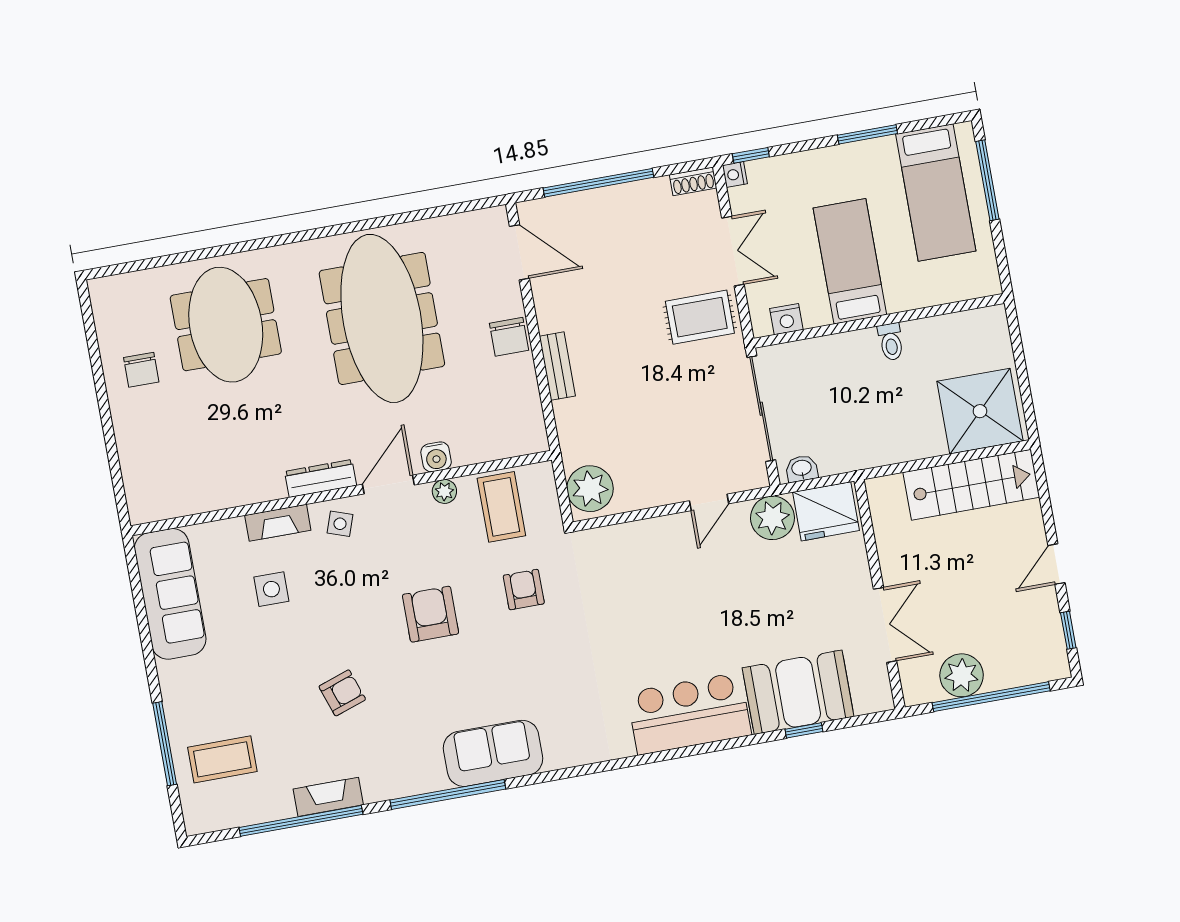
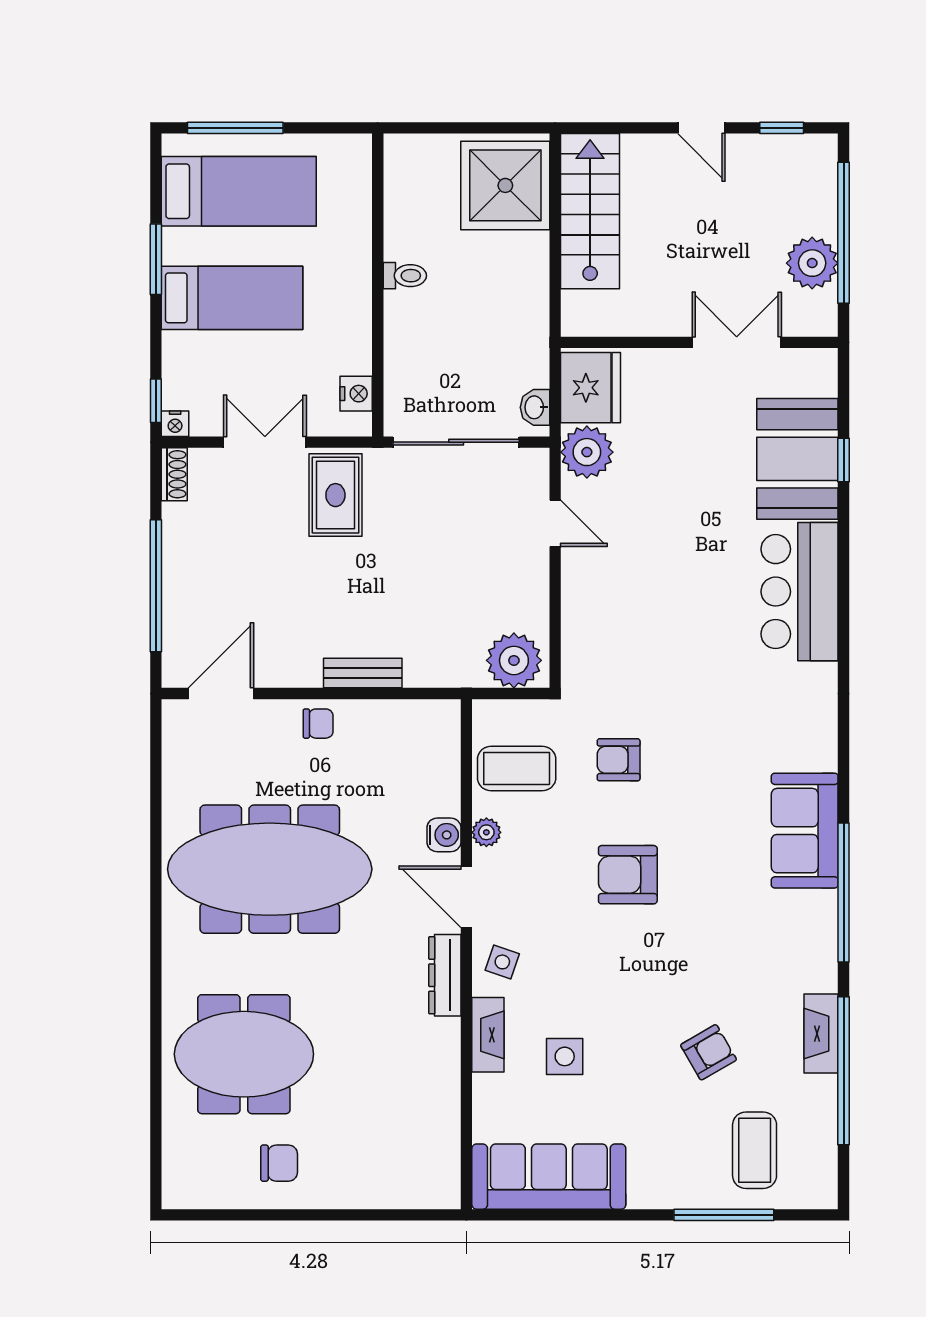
bed: (850, 261) -> (232, 298), moved, turned 180
chair: (509, 337) -> (318, 724), width x0.73, depth x0.73
armchair: (342, 693) -> (709, 1052), moved, turned 79

